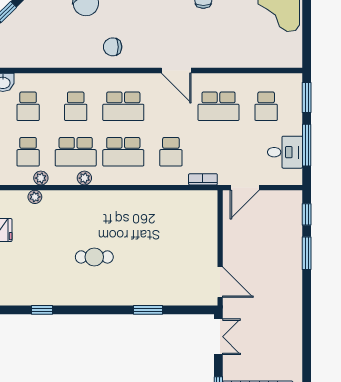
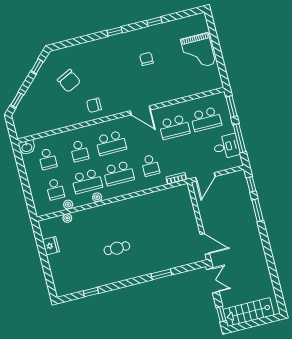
school desk: (266, 106) -> (206, 119), width x1.85

